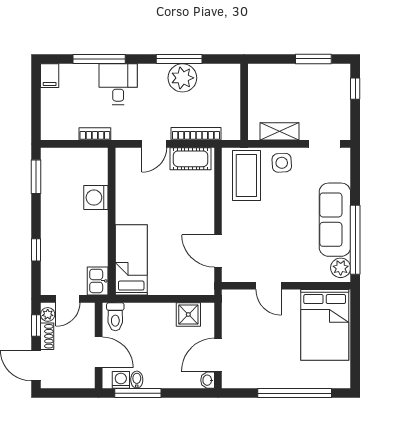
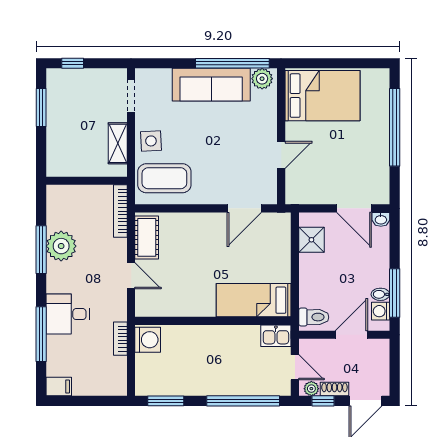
bookcase: (196, 134) -> (120, 211), moved
washing machine: (96, 198) -> (148, 340), moved, turned -90
window: (36, 250) -> (243, 401), width x3.17

